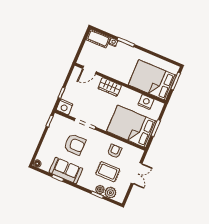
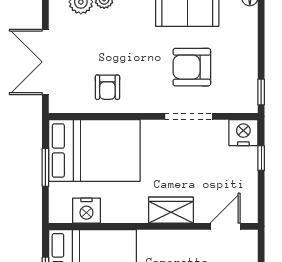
rug: (108, 172) -> (104, 41), removed
double door: (137, 173) -> (45, 62), width x1.37

